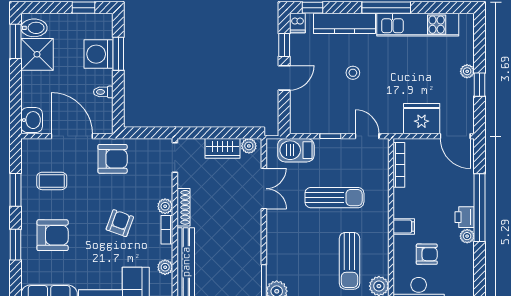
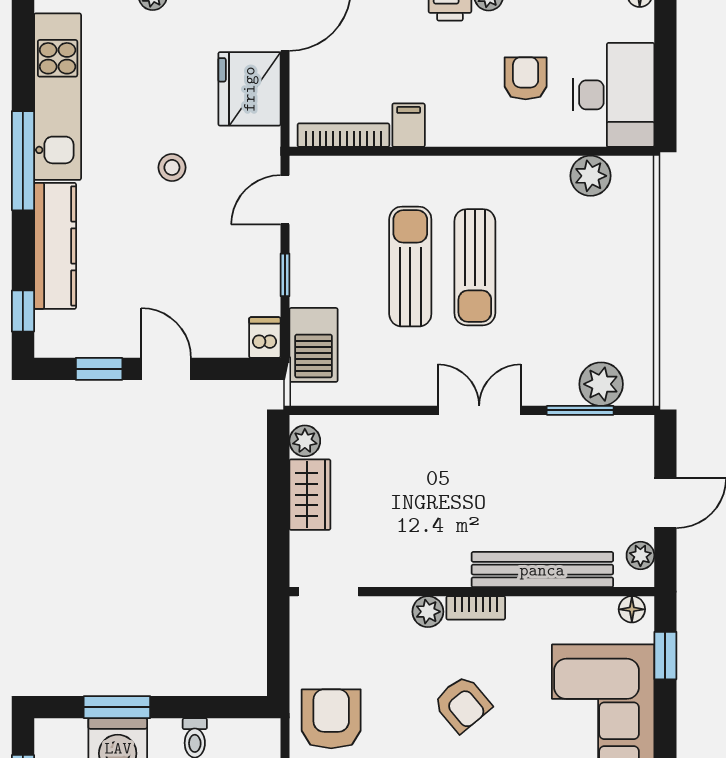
dishwasher: (297, 23) -> (265, 338), moved, turned -90
stool: (353, 73) -> (172, 167), moved
double door: (264, 189) -> (479, 410), moved
shoe rack: (184, 207) -> (430, 574), removed
armchair: (120, 223) -> (462, 704), turned -150
filing cabinet: (404, 227) -> (409, 125), moved
sun lounger: (350, 261) -> (475, 267), moved, turned 90
plant: (165, 267) -> (552, 611), removed

